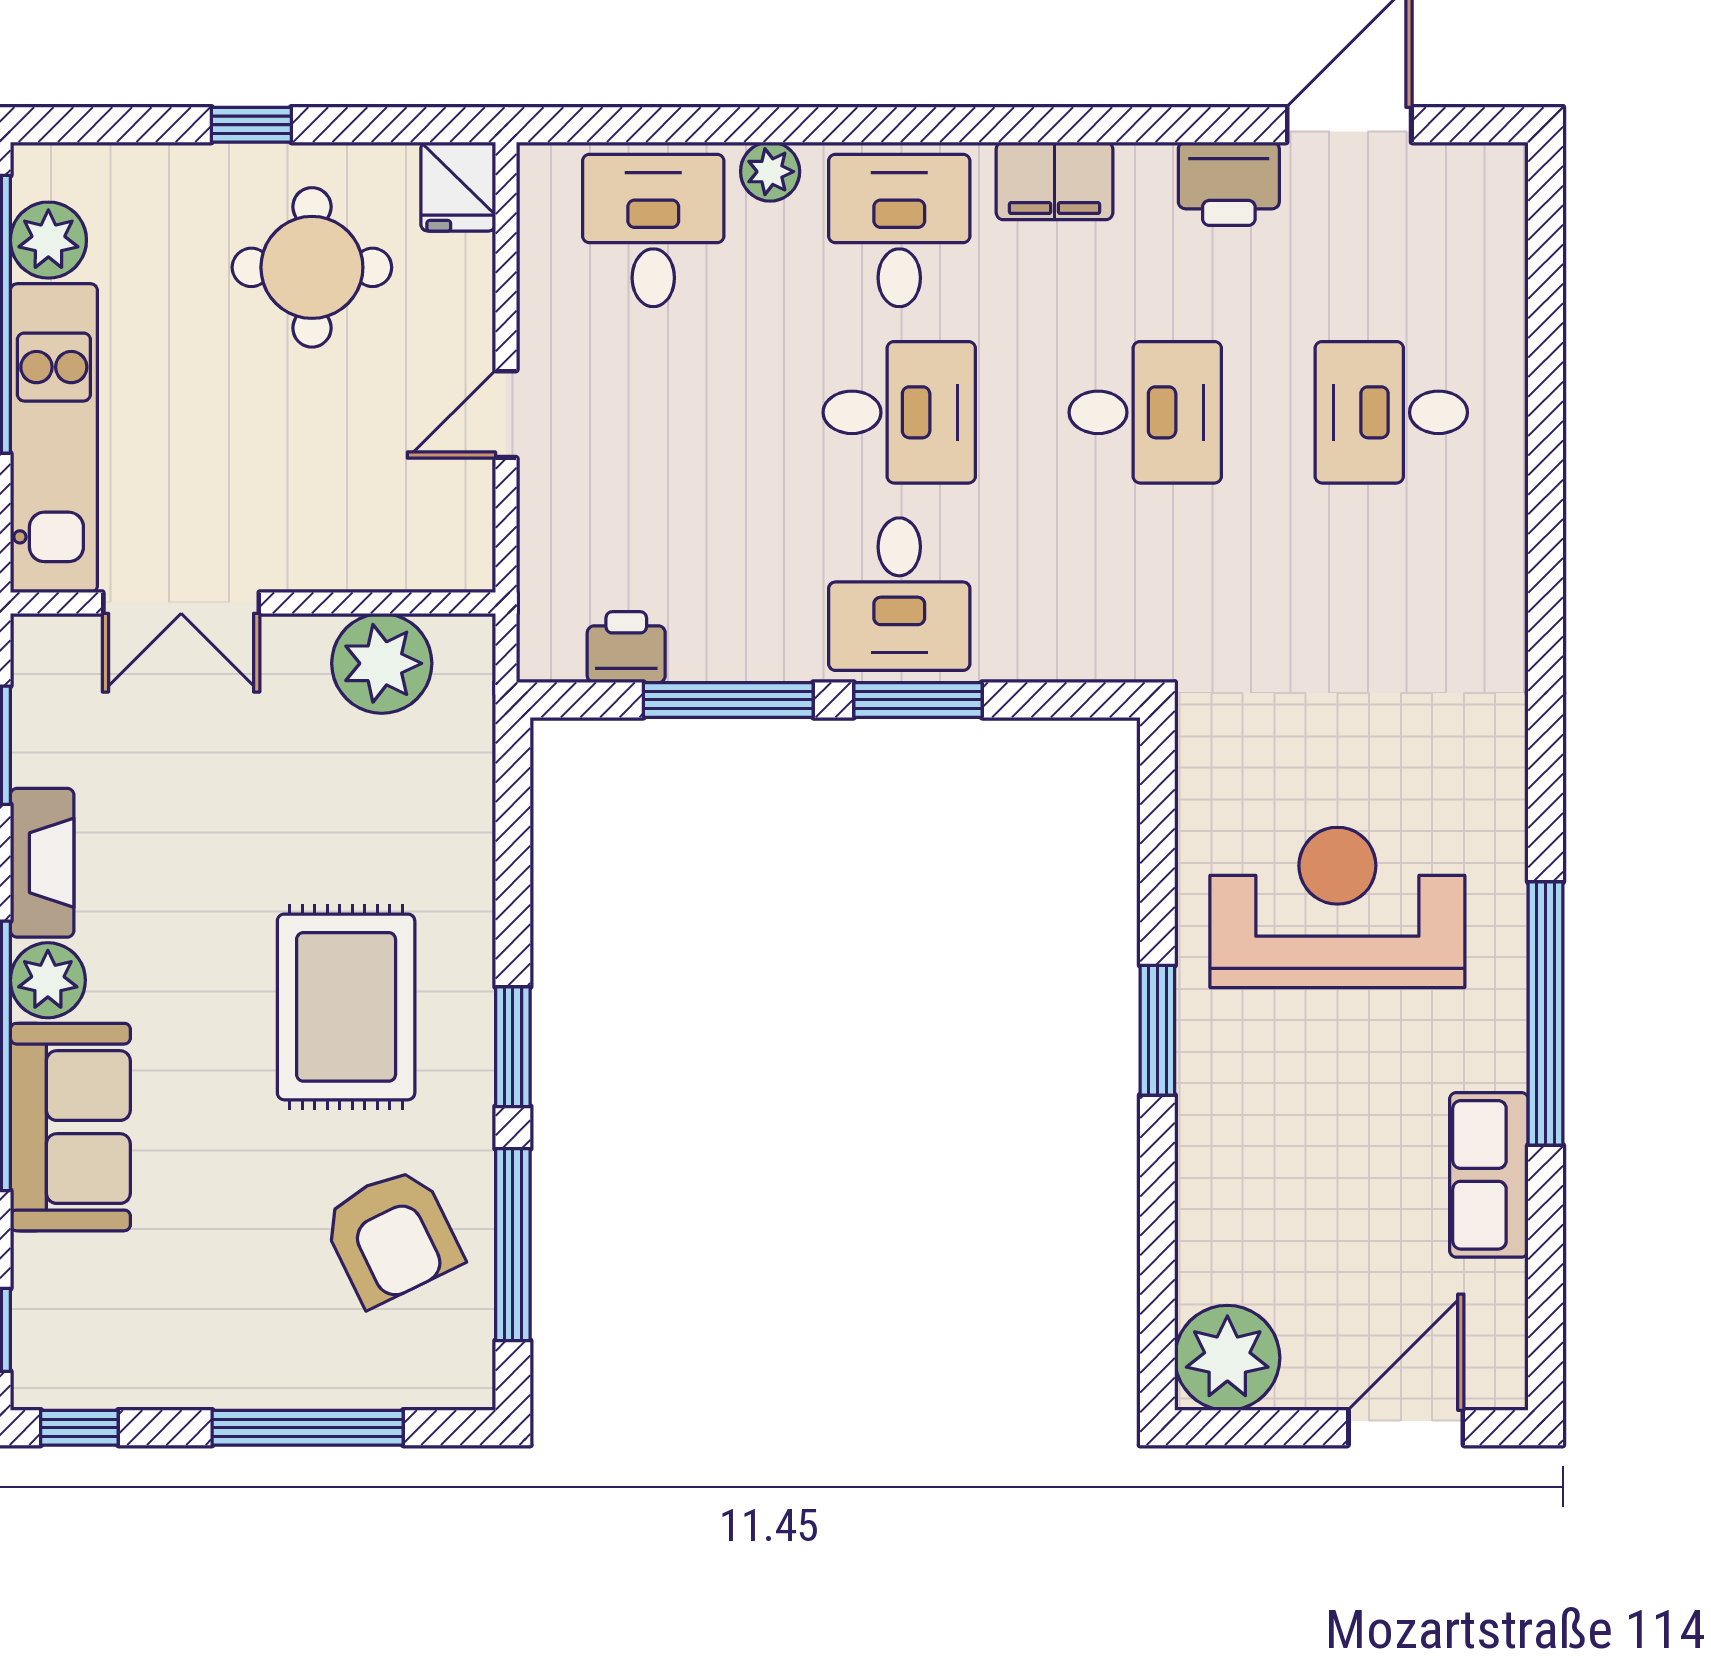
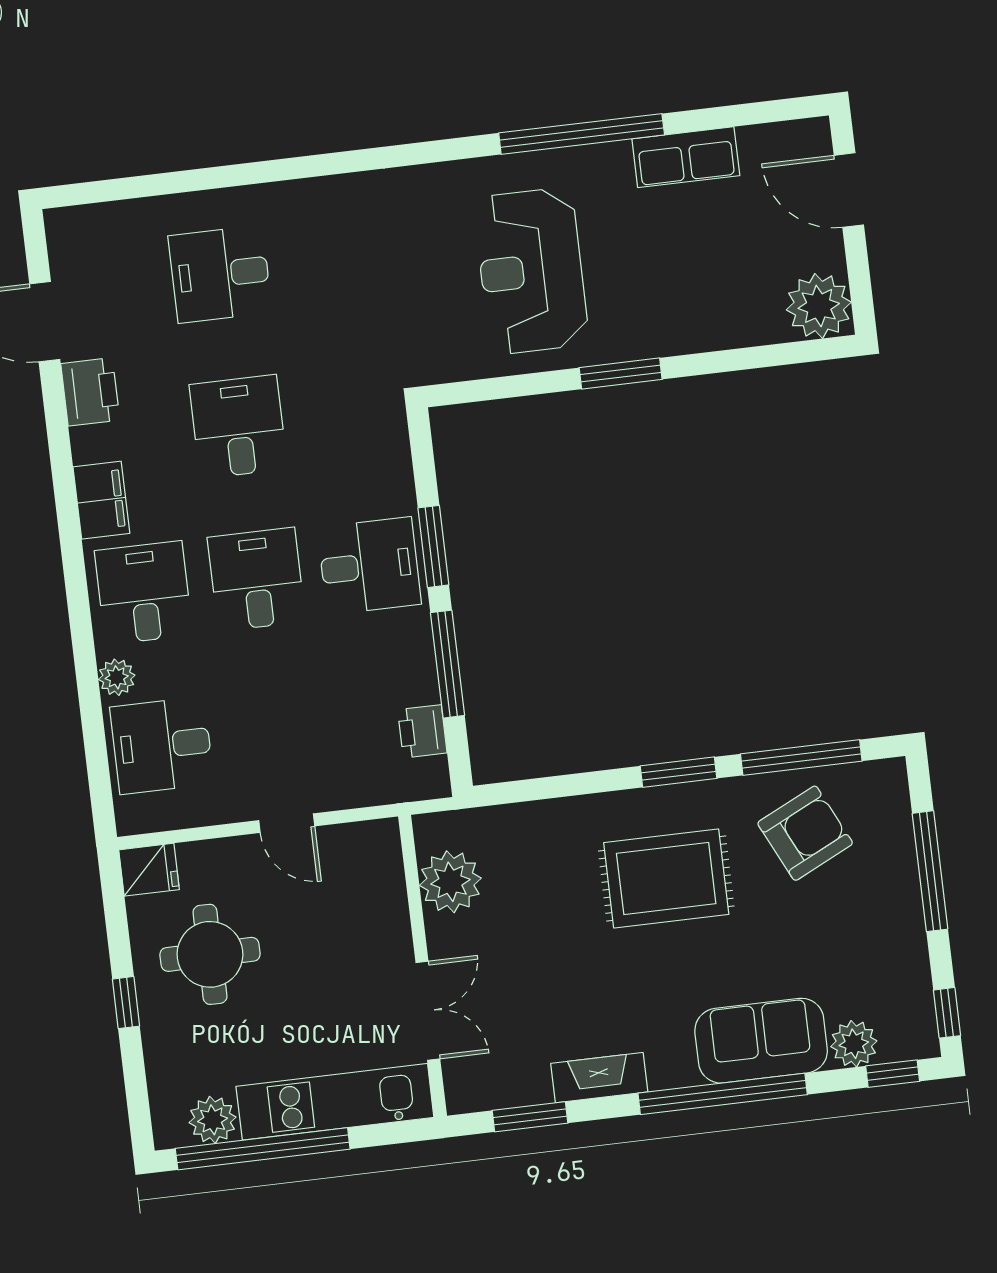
desk: (899, 230) -> (144, 593), turned 90
desk: (1391, 412) -> (220, 274), turned 90
plant: (48, 980) -> (854, 1044), moved

